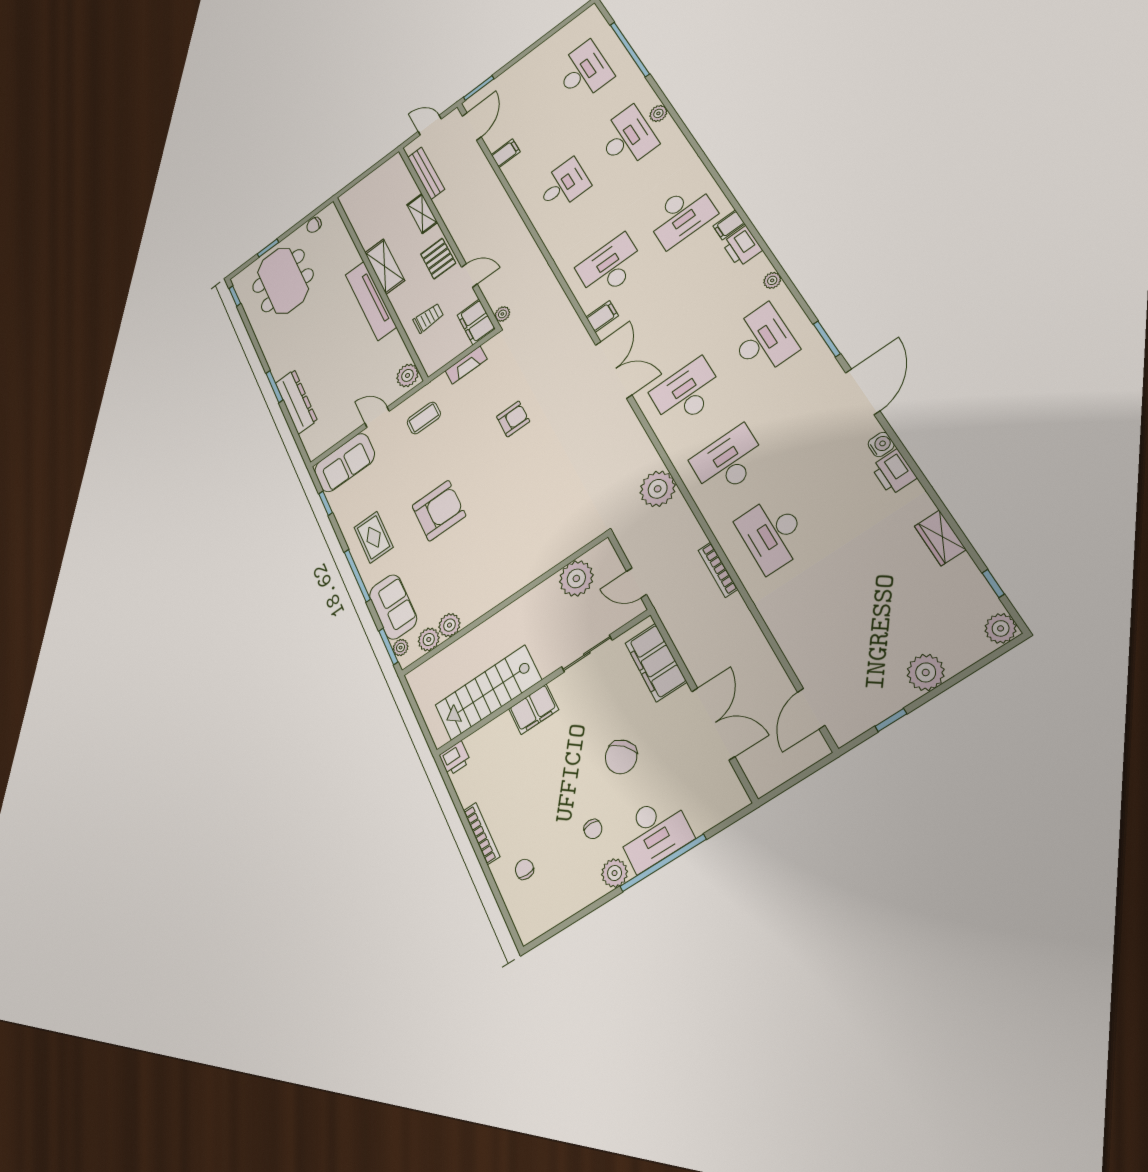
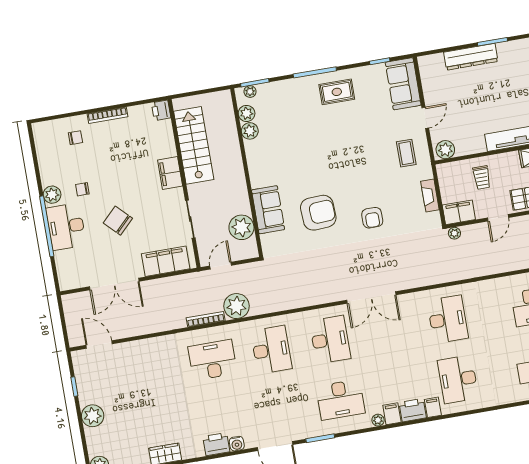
filing cabinet: (602, 316) -> (392, 414), moved, turned 180
plant: (658, 489) -> (237, 306), moved
armchair: (439, 511) -> (318, 213), moved, turned -93
sofa: (393, 607) -> (268, 210), moved, turned -90

